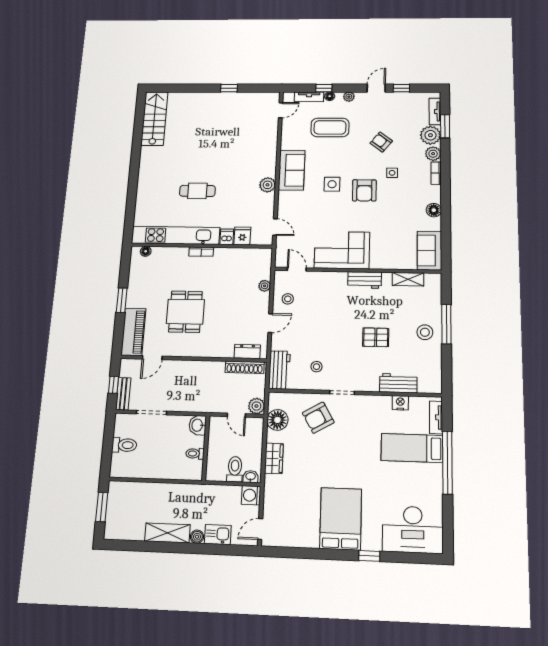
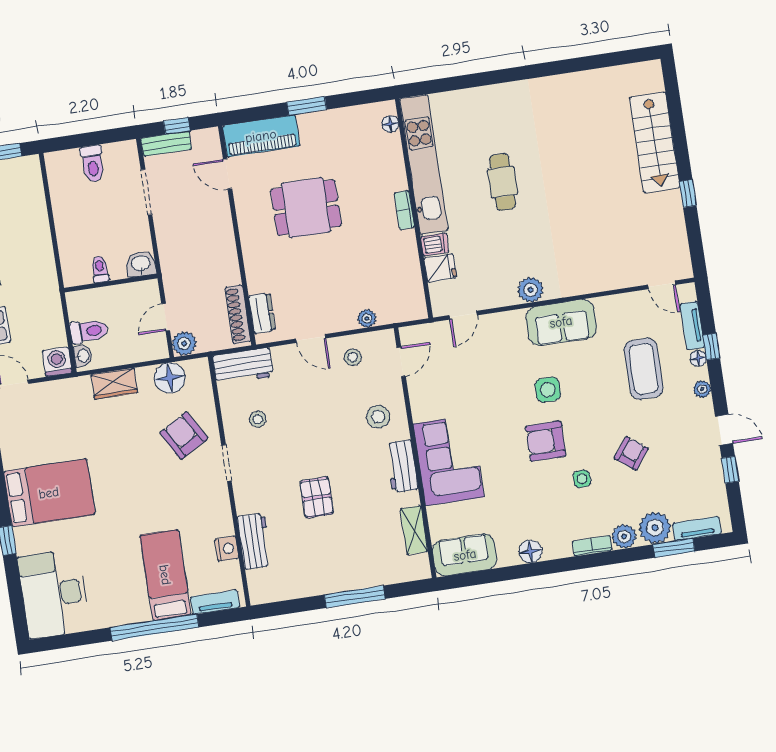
stairs: (154, 118) -> (655, 142), moved, turned 90
corner sofa: (342, 250) -> (449, 460), moved
stool: (425, 332) -> (378, 417), moved

